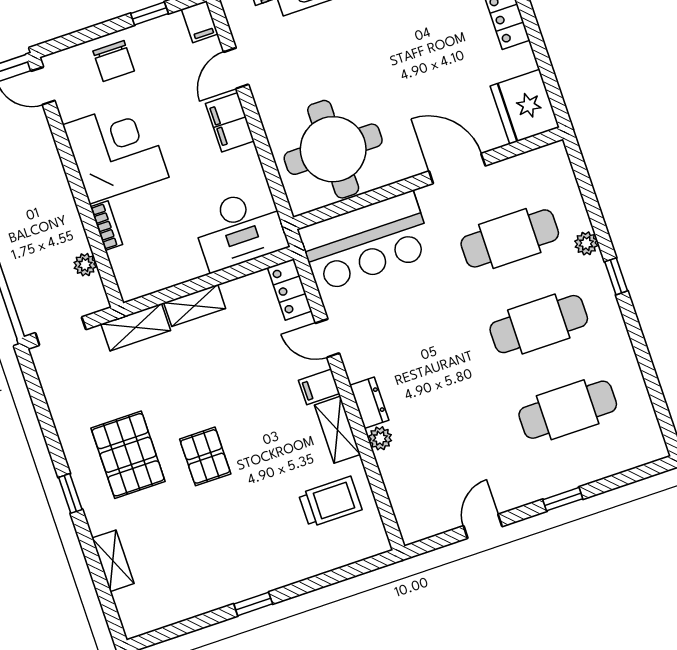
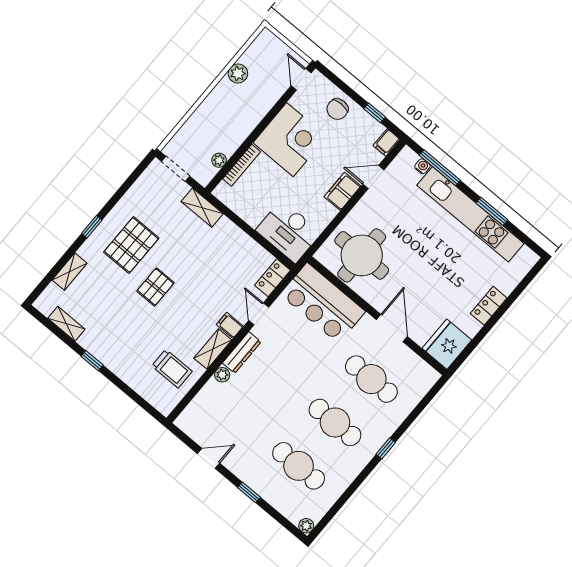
bookcase: (106, 226) -> (242, 165), width x1.56
plant: (586, 243) -> (306, 526), moved
shelving: (195, 306) -> (66, 324), moved
dresser: (369, 403) -> (242, 352), width x1.44

